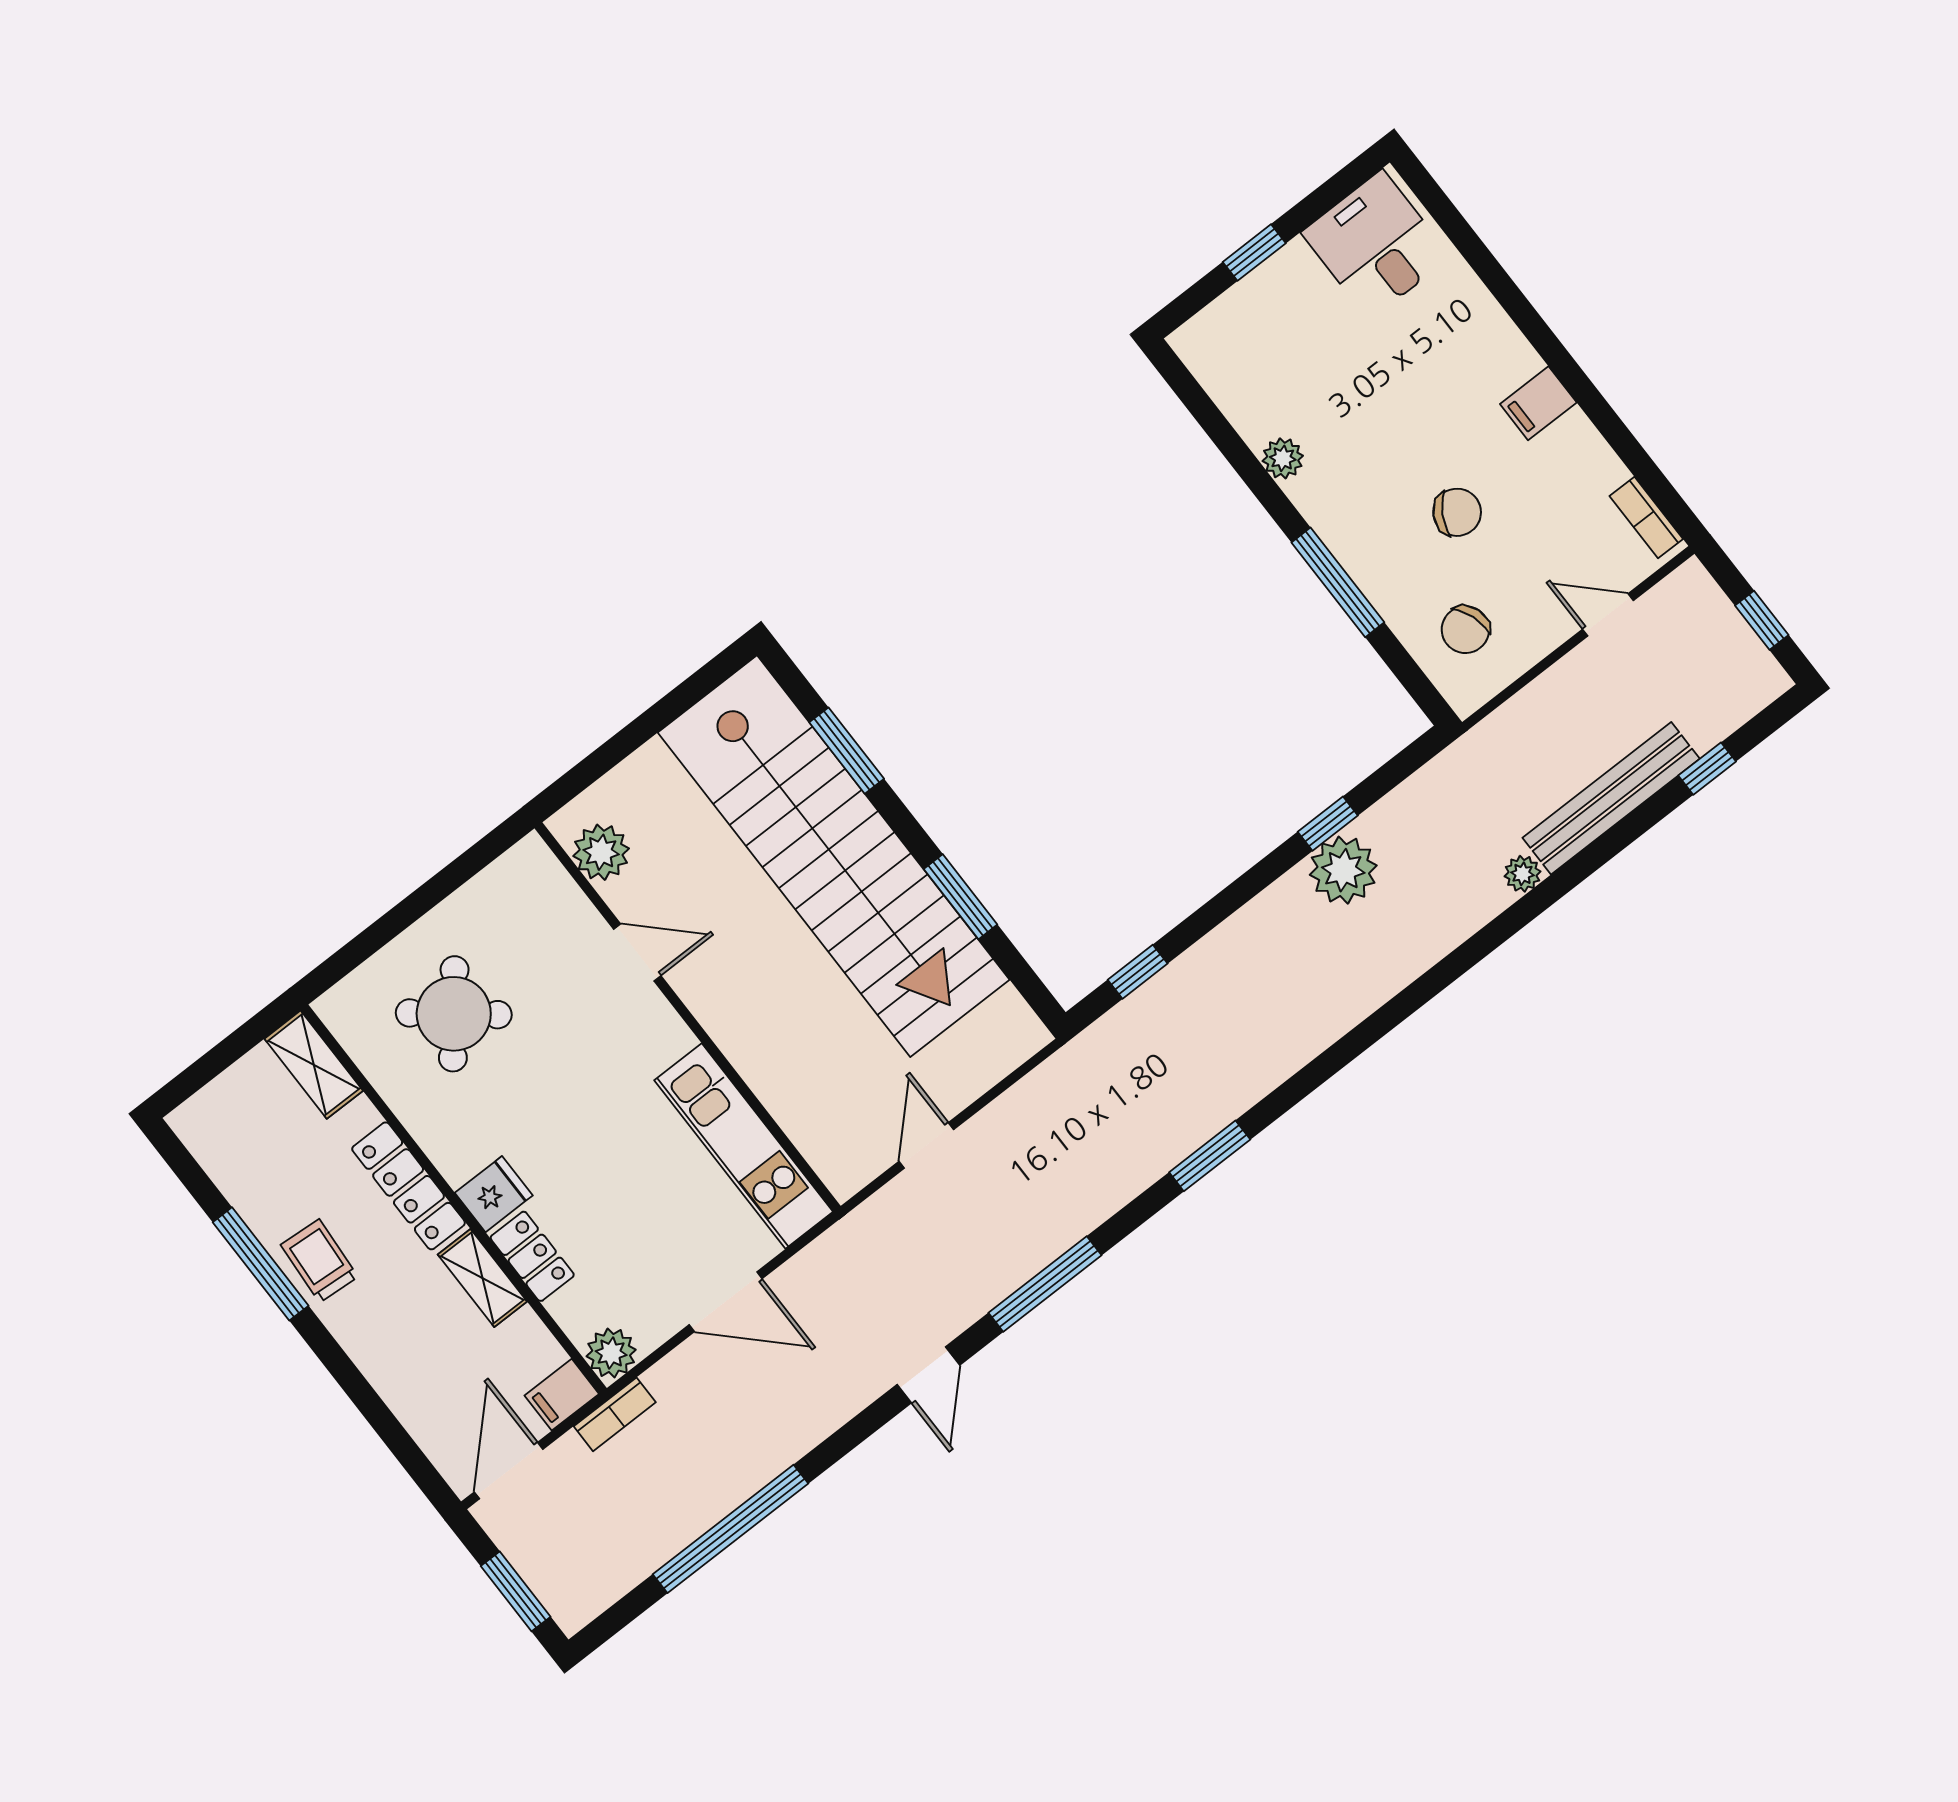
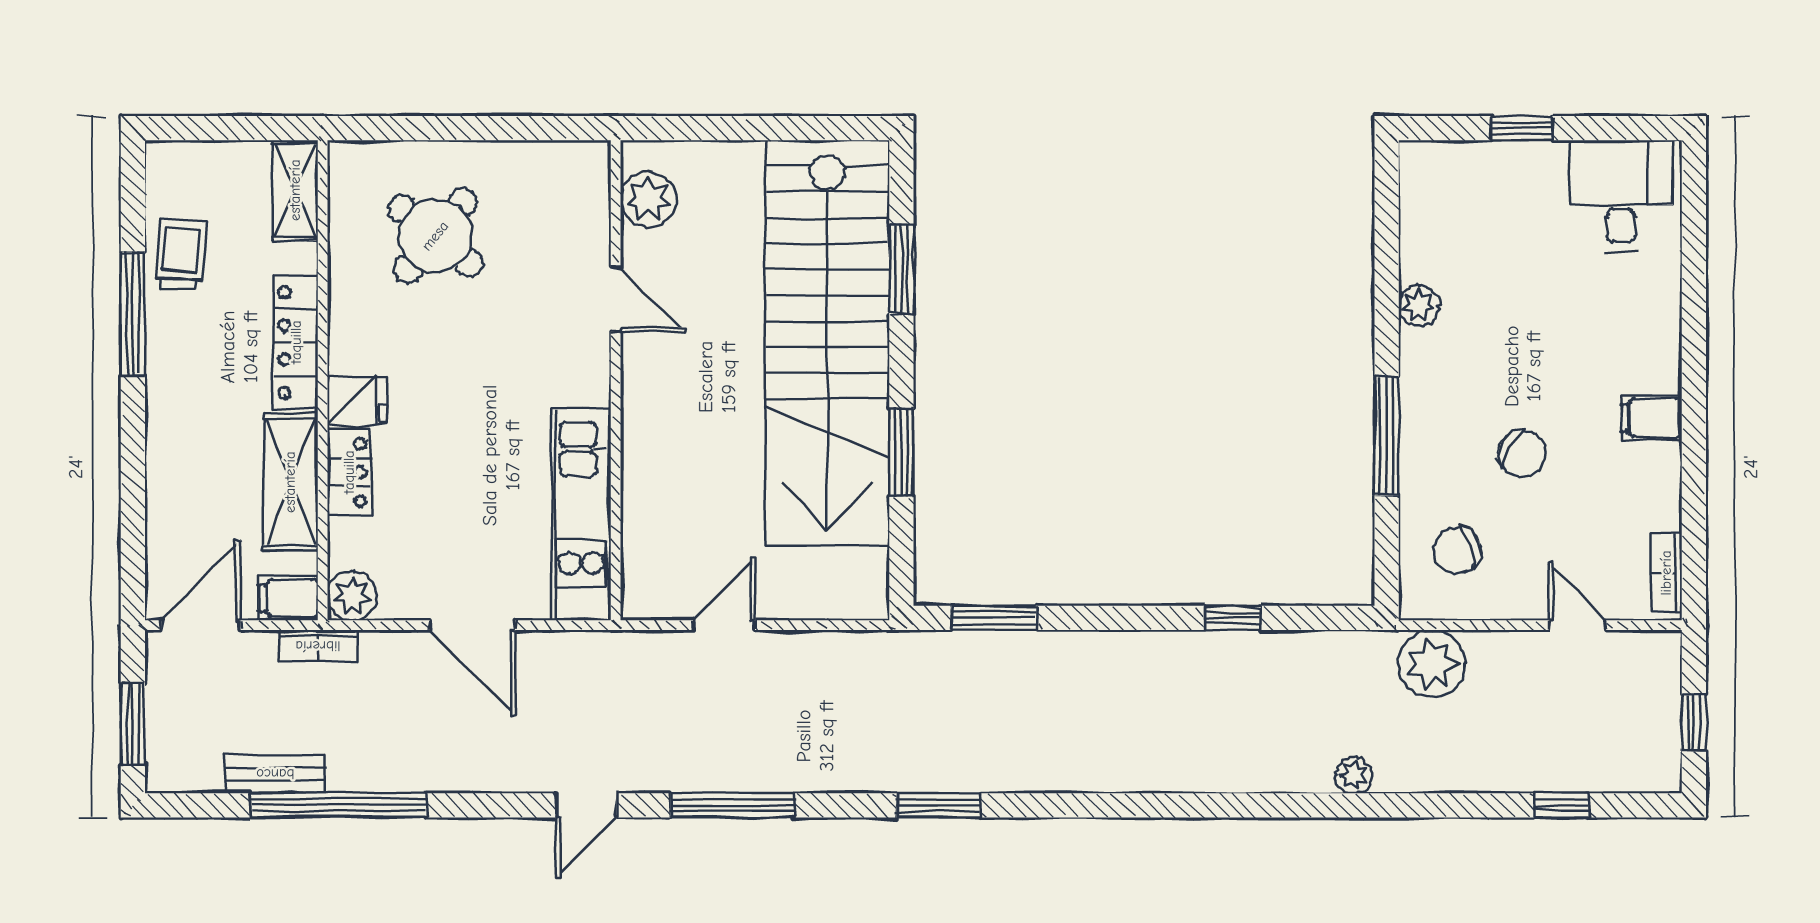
bench: (1611, 798) -> (275, 774), moved, width x0.54, depth x0.82
plant: (1343, 870) -> (1432, 664), moved
window: (1138, 972) -> (994, 618), width x1.50
trolley: (319, 1261) -> (181, 254), moved
shelving: (482, 1278) -> (290, 482), width x1.50, depth x1.33

